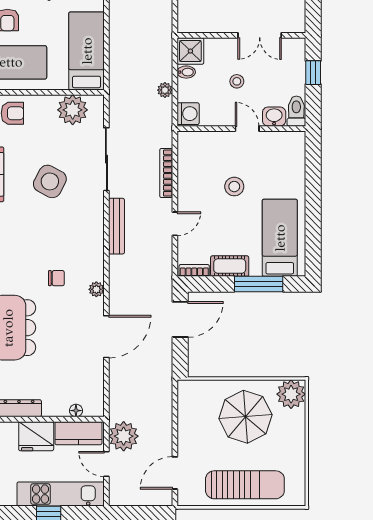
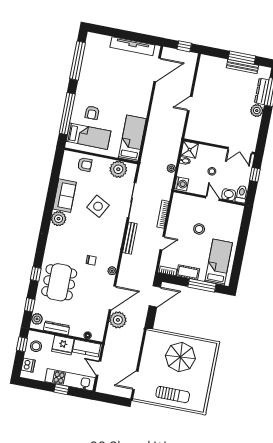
double door: (260, 35) -> (240, 151), moved
plant: (291, 394) -> (208, 350), removed
plant: (124, 436) -> (118, 320), moved
sun lounger: (245, 485) -> (173, 395), width x0.73, depth x0.75

